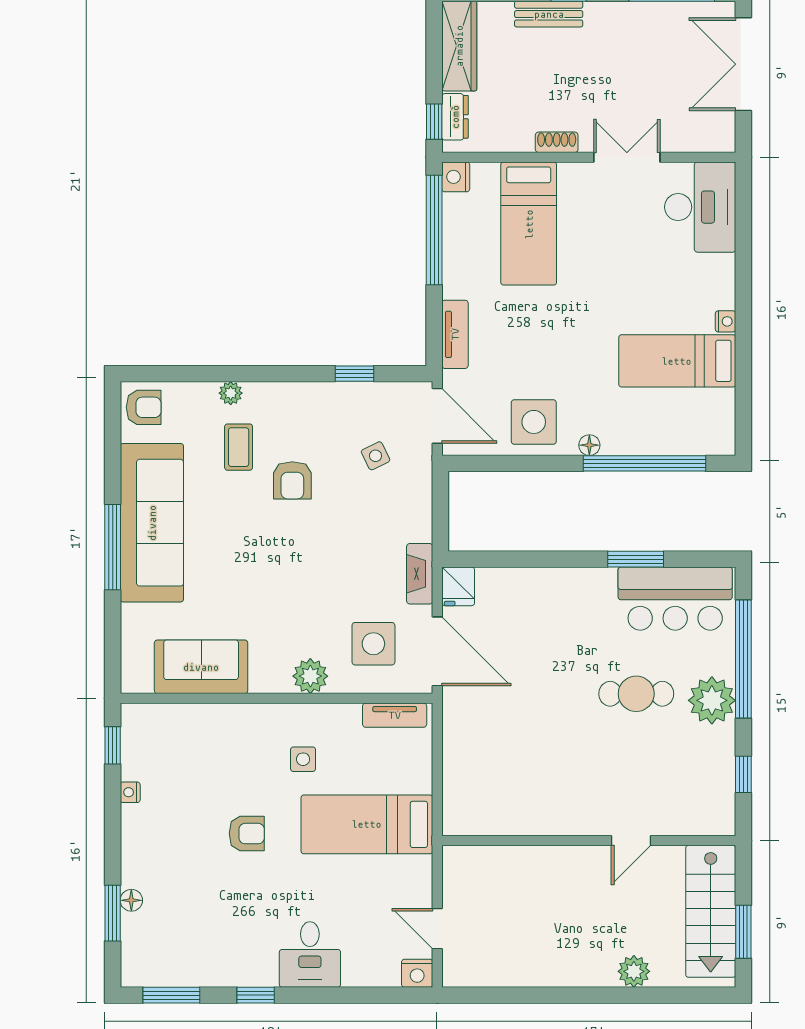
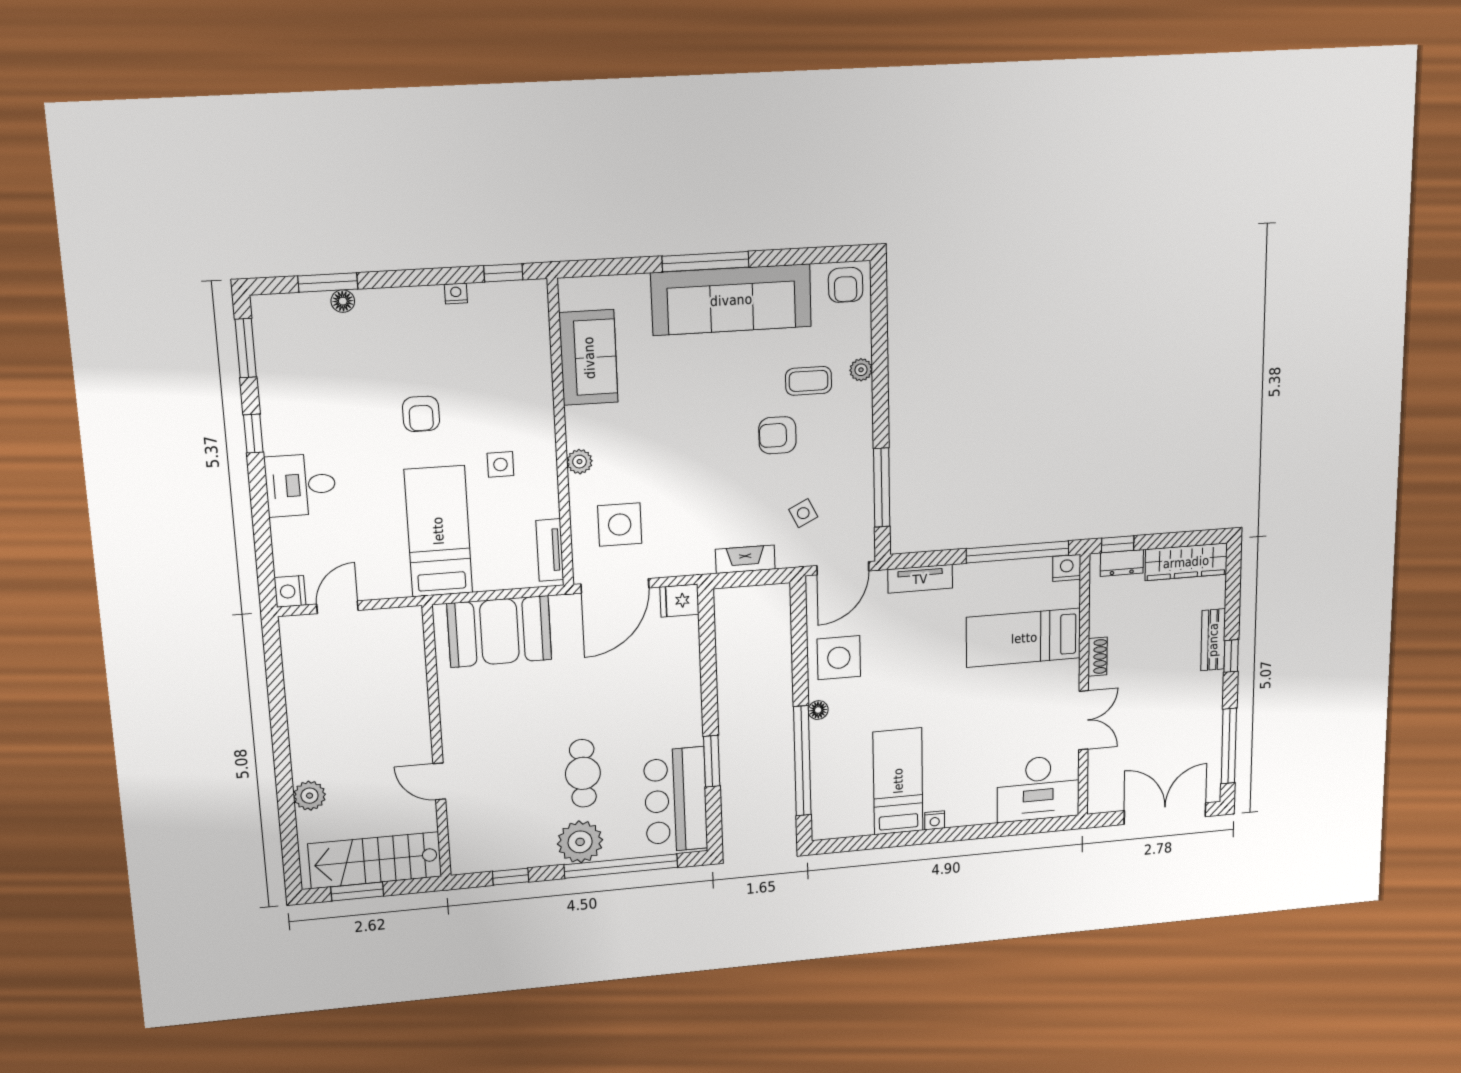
window: (354, 374) -> (882, 488), width x2.17
fireplace: (420, 574) -> (745, 559), moved
plant: (310, 676) -> (580, 462), width x0.73, depth x0.73
booth: (476, 770) -> (499, 632), added

